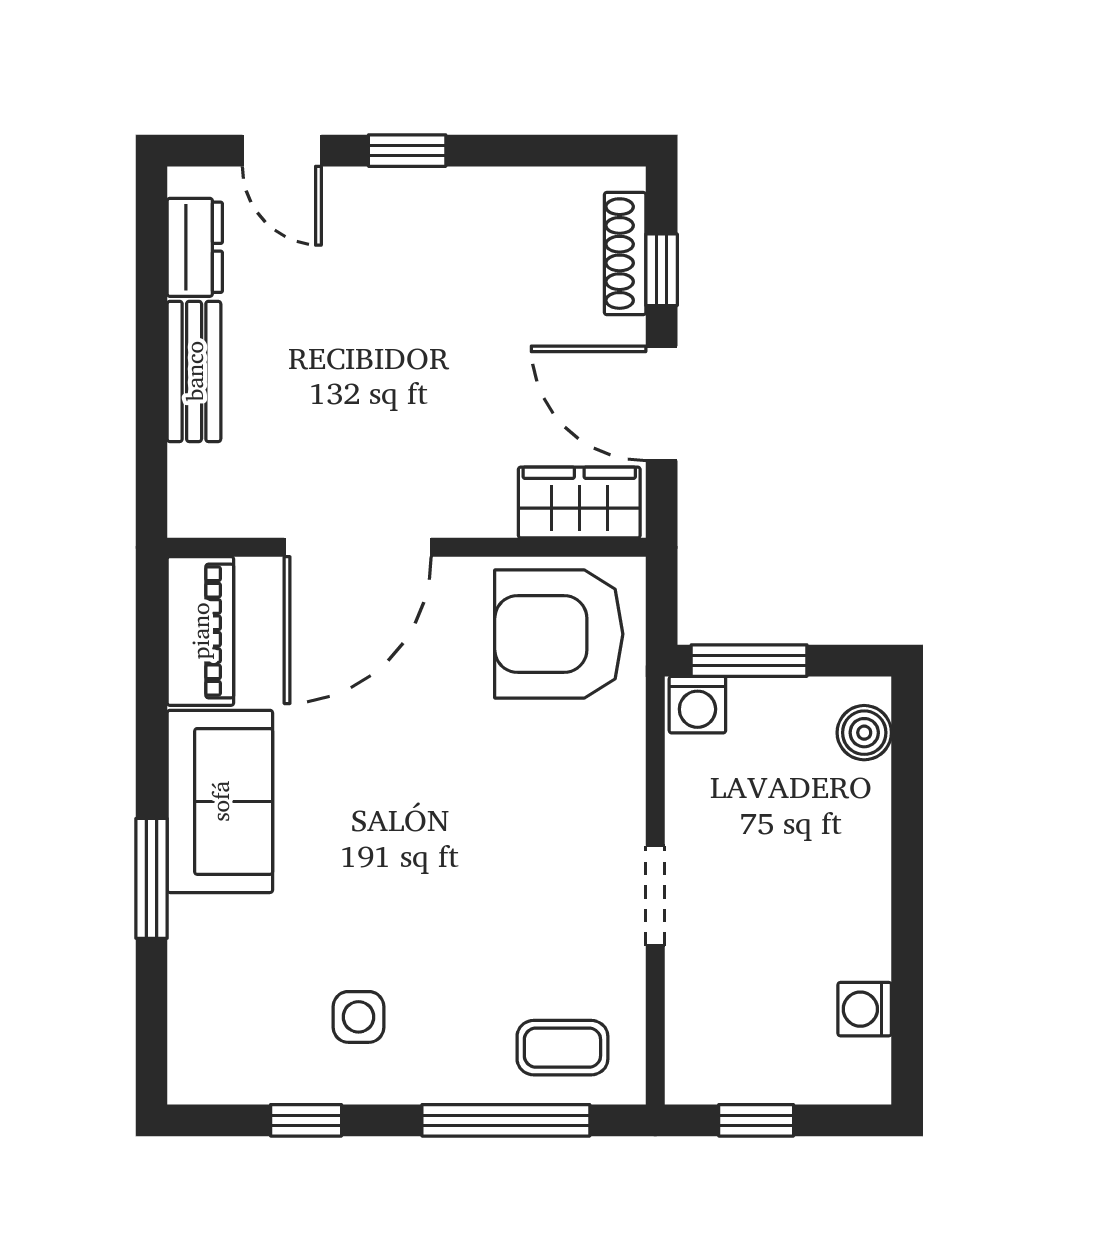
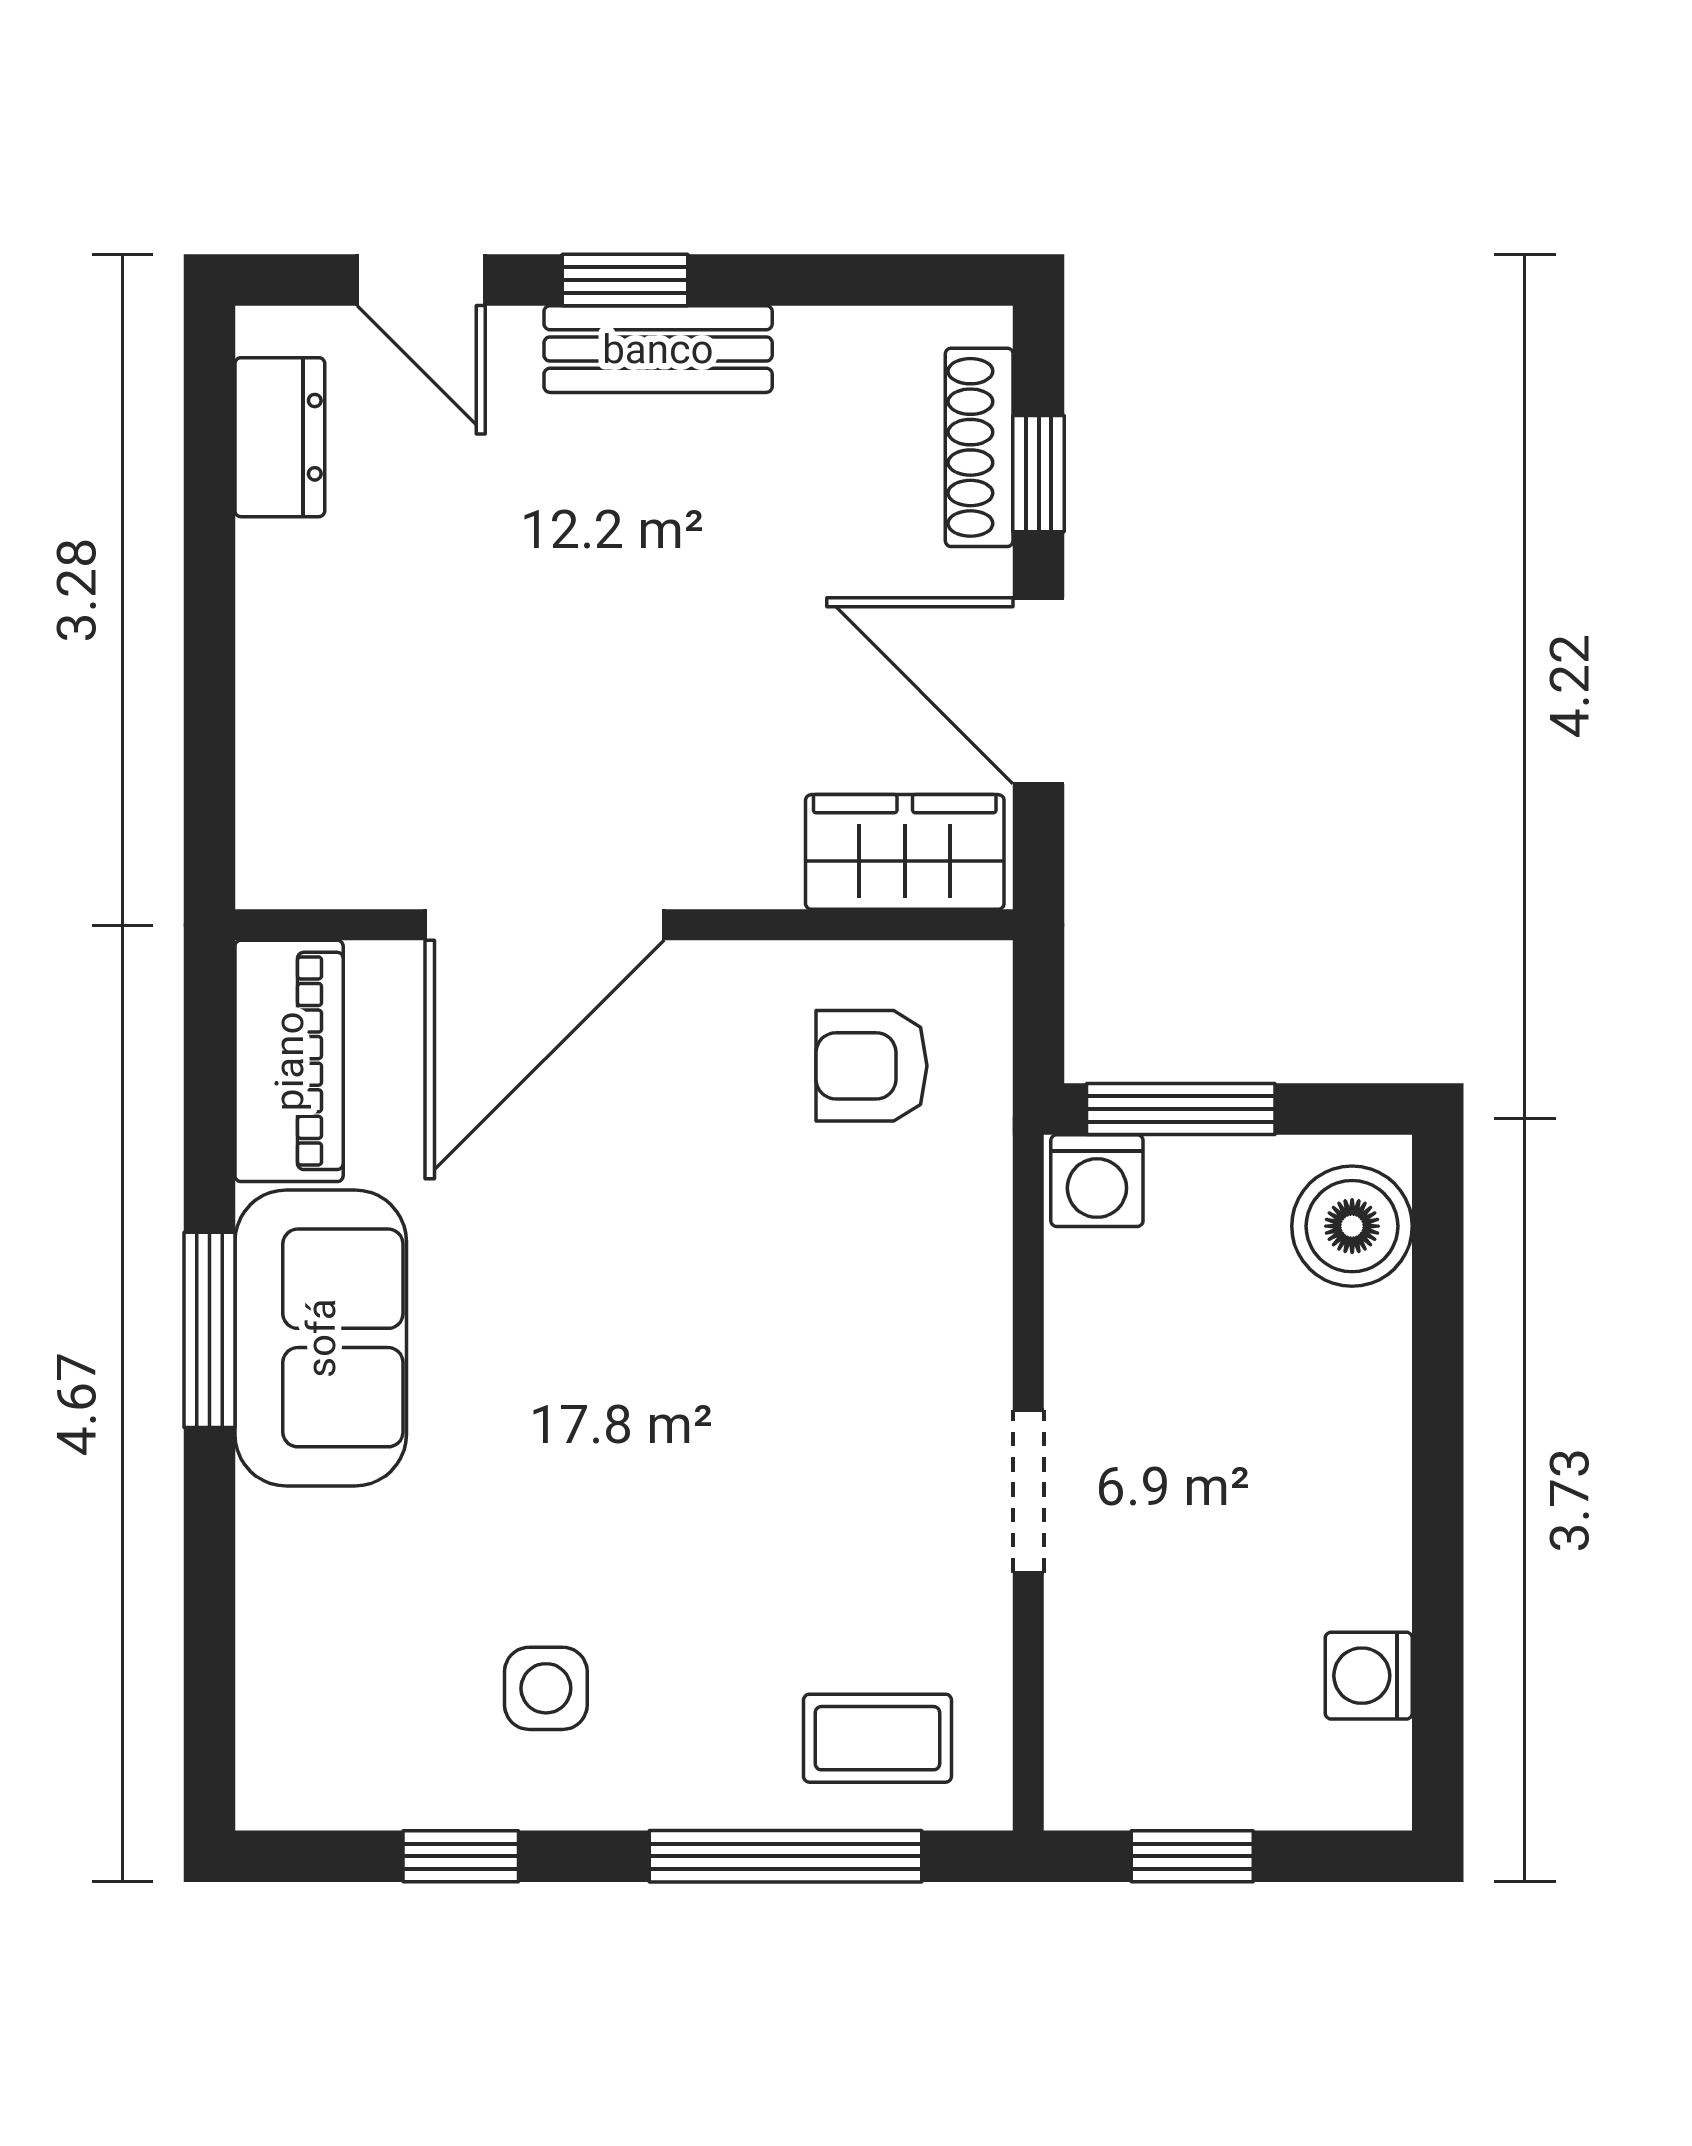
bench: (194, 371) -> (658, 349), moved, turned 90
armchair: (559, 634) -> (872, 1066), width x0.53, depth x0.53
boiler: (864, 733) -> (1352, 1226), width x1.36, depth x1.36
window: (151, 878) -> (209, 1330), moved

